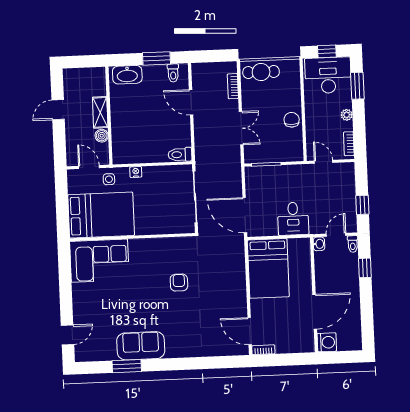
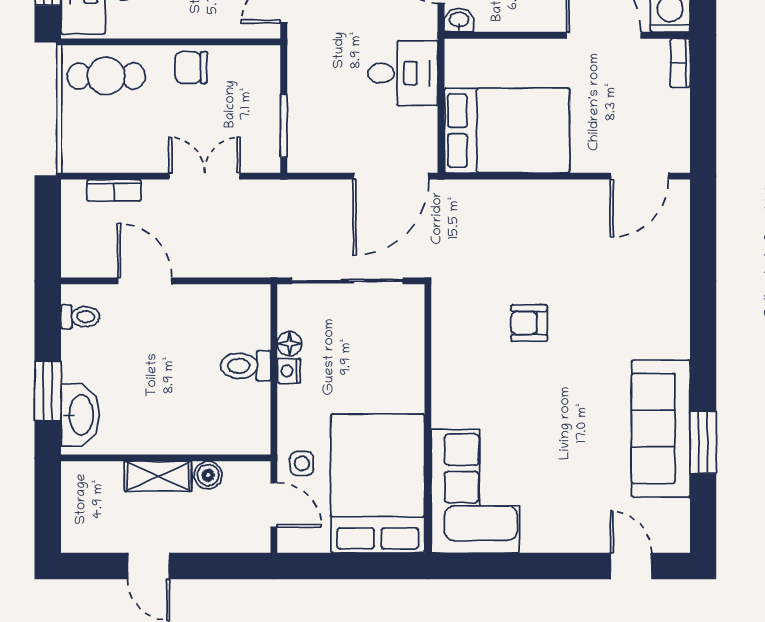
window: (156, 58) -> (48, 391), moved
cafe table: (261, 72) -> (106, 76), moved, turned 90
door: (191, 102) -> (145, 281), swing flipped
toilet: (180, 155) -> (246, 366), moved, turned 90
door: (89, 167) -> (274, 505), swing flipped
floor lamp: (165, 171) -> (289, 344), added
nightstand: (136, 172) -> (289, 371), moved
sofa: (141, 346) -> (661, 428), width x1.36
bookcase: (263, 350) -> (680, 63), moved

